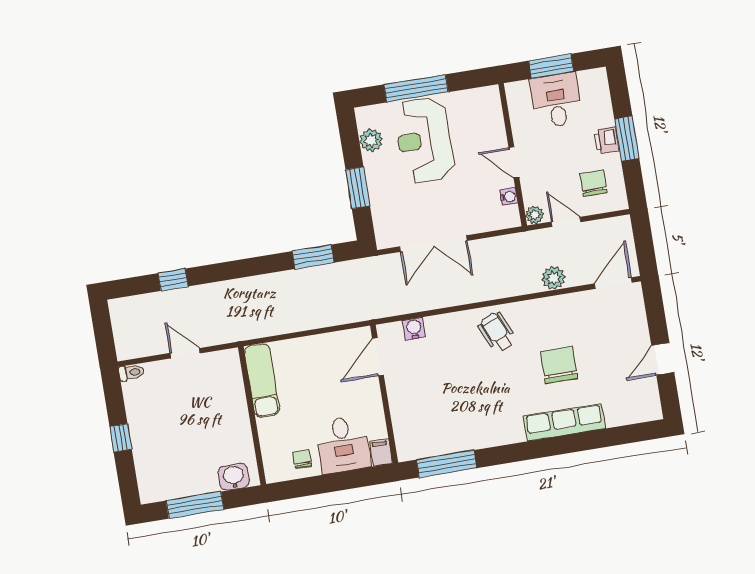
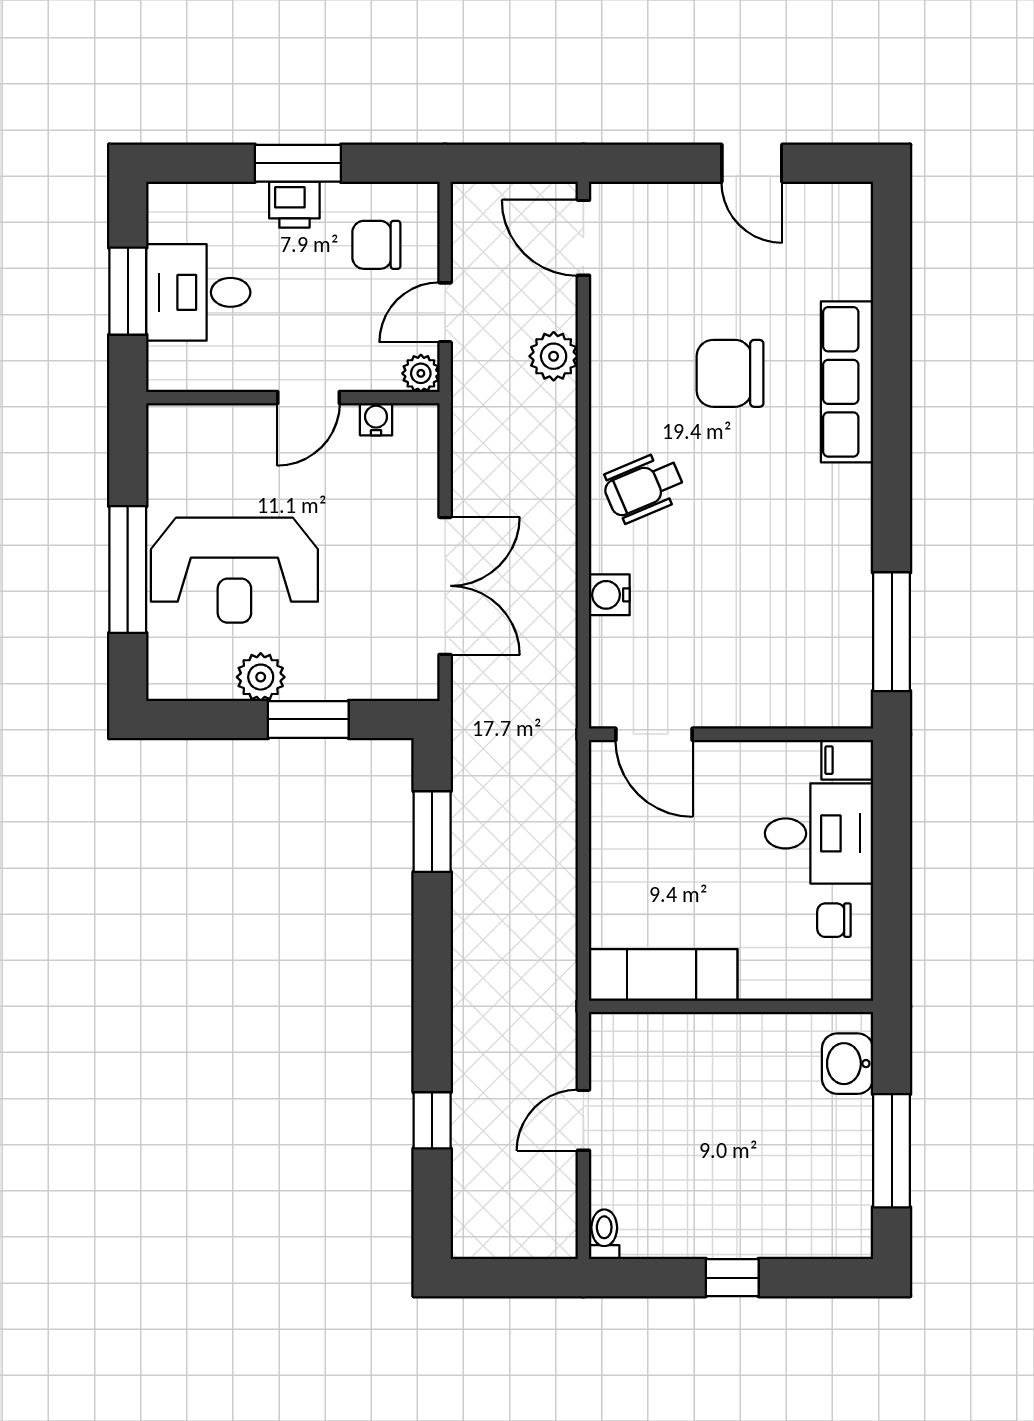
plant: (371, 140) -> (261, 677), moved
water cooler: (414, 329) -> (609, 595), moved

